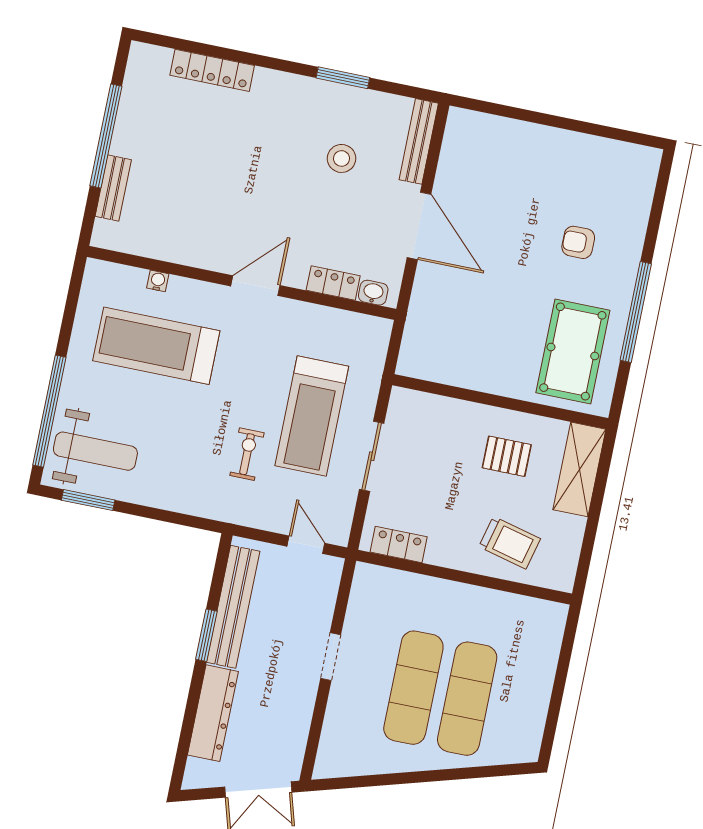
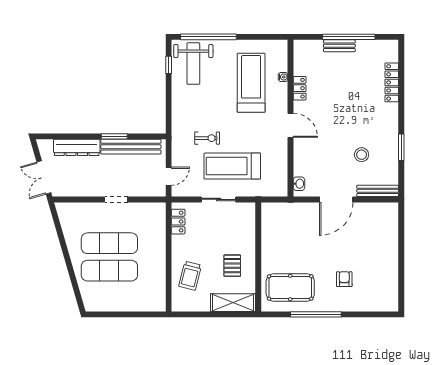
bench: (113, 188) -> (339, 46), moved
locker: (333, 283) -> (300, 88), moved
window: (88, 500) -> (169, 65), width x0.67

